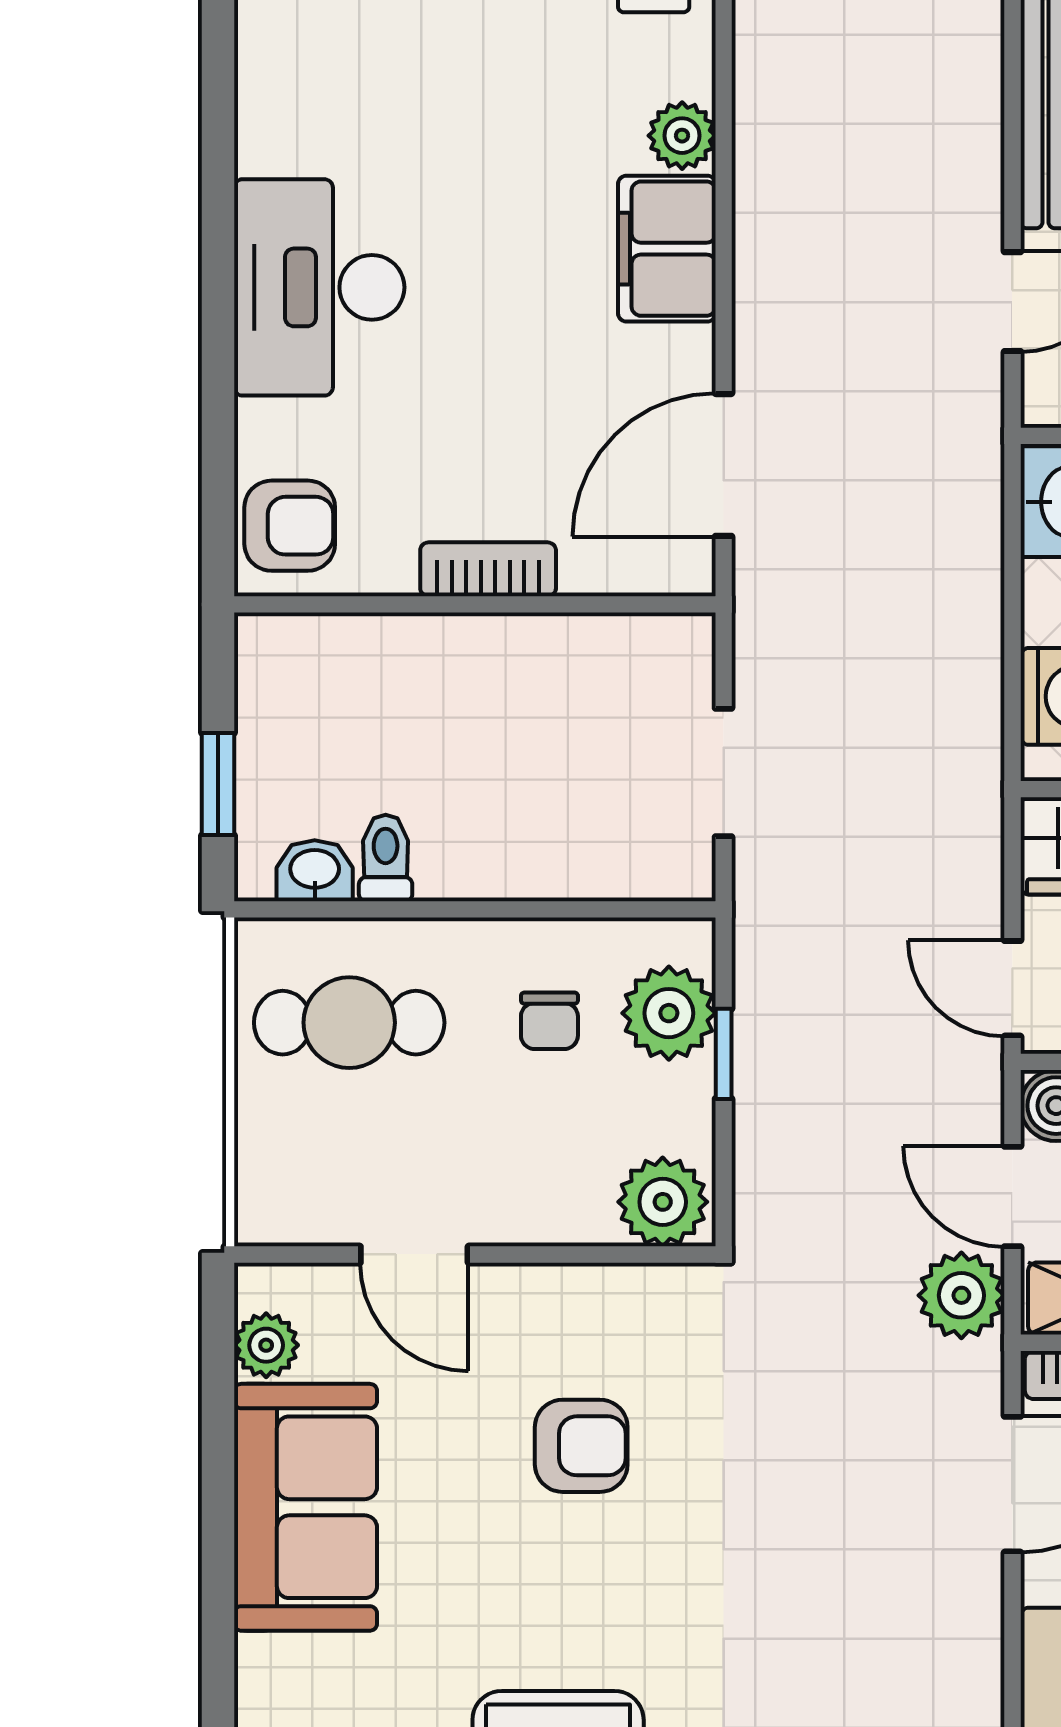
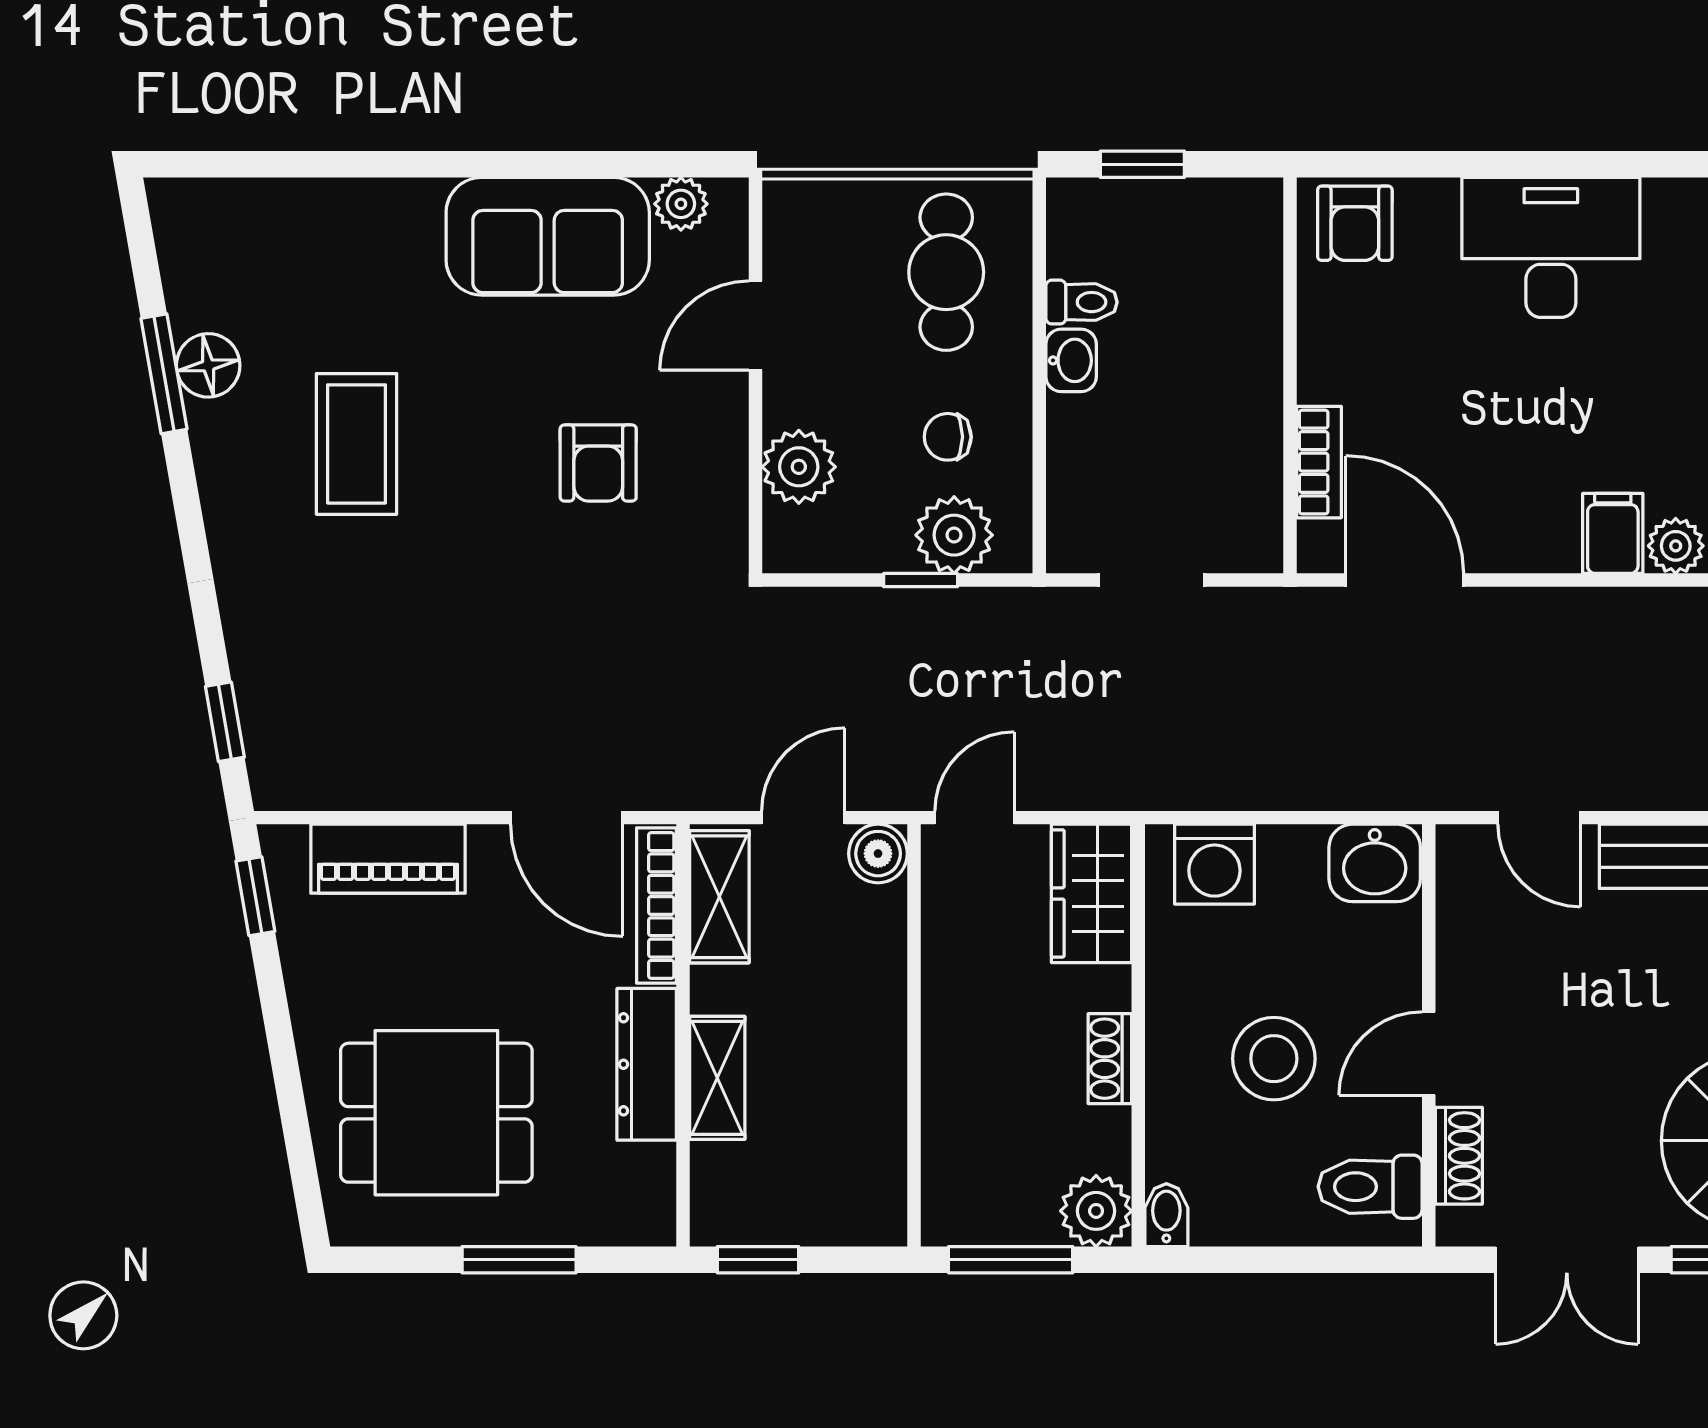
filing cabinet: (667, 249) -> (1613, 533), width x0.50
bookcase: (488, 569) -> (1319, 462), moved
washbasin: (315, 871) -> (1071, 360), moved
plant: (663, 1202) -> (799, 467), moved
plant: (961, 1295) -> (722, 776), removed

